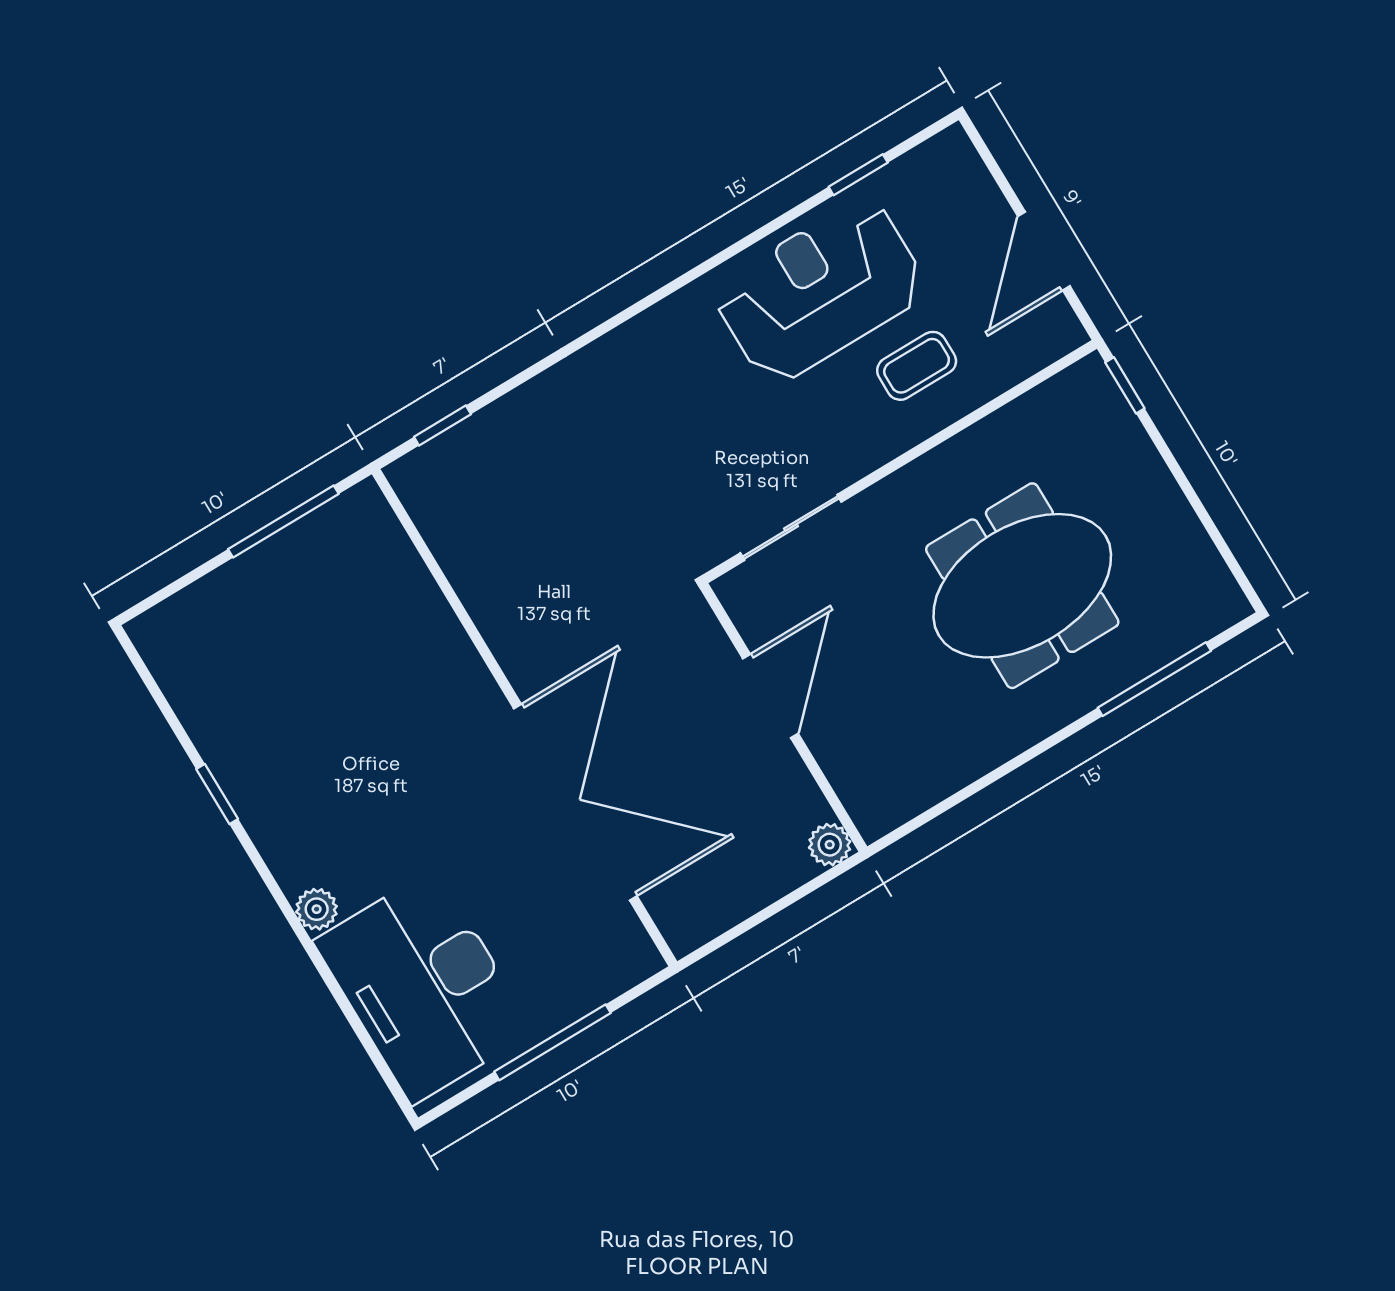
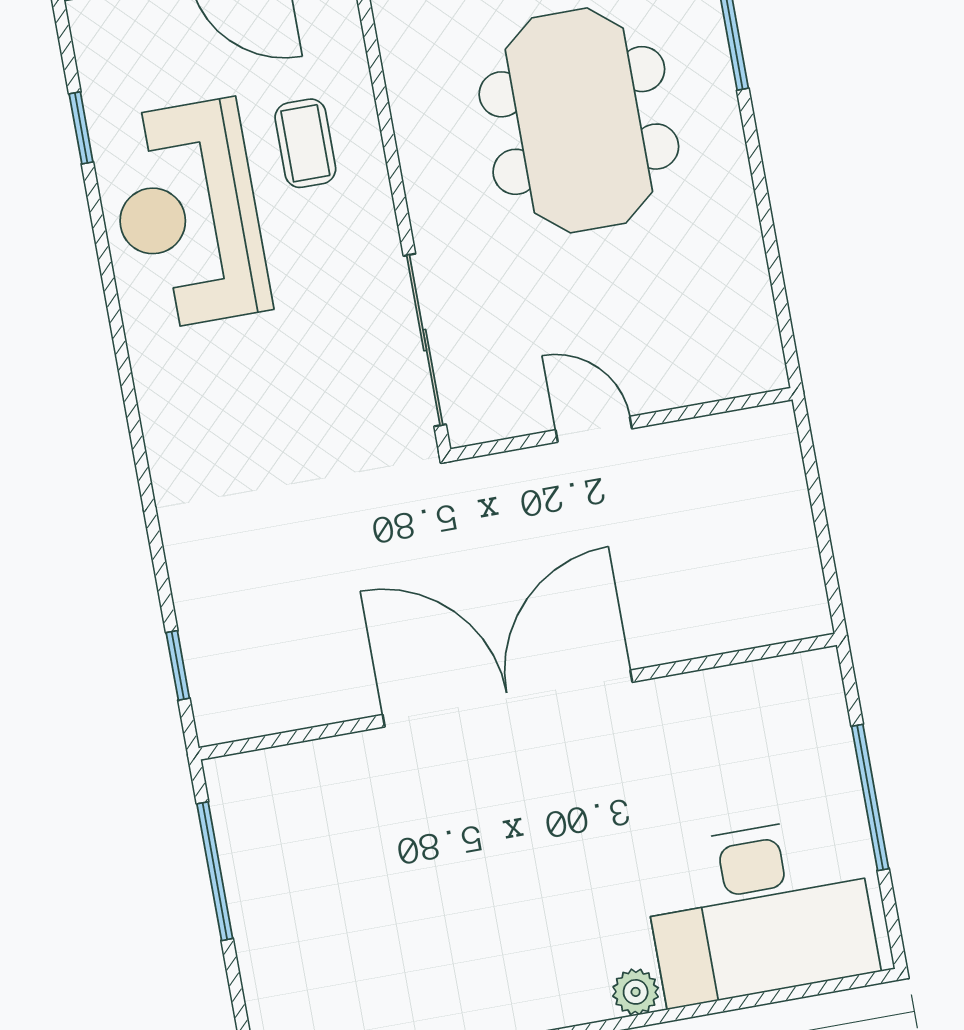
sliding door: (791, 527) -> (425, 340), width x1.37
door: (771, 696) -> (594, 429), width x0.73
double door: (575, 802) -> (508, 698), moved
plant: (830, 845) -> (774, 427), removed

